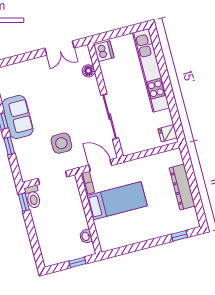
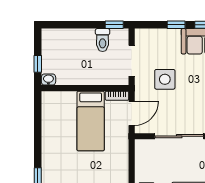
toilet: (33, 197) -> (103, 40), moved, turned -90
washbasin: (86, 236) -> (48, 79), moved

